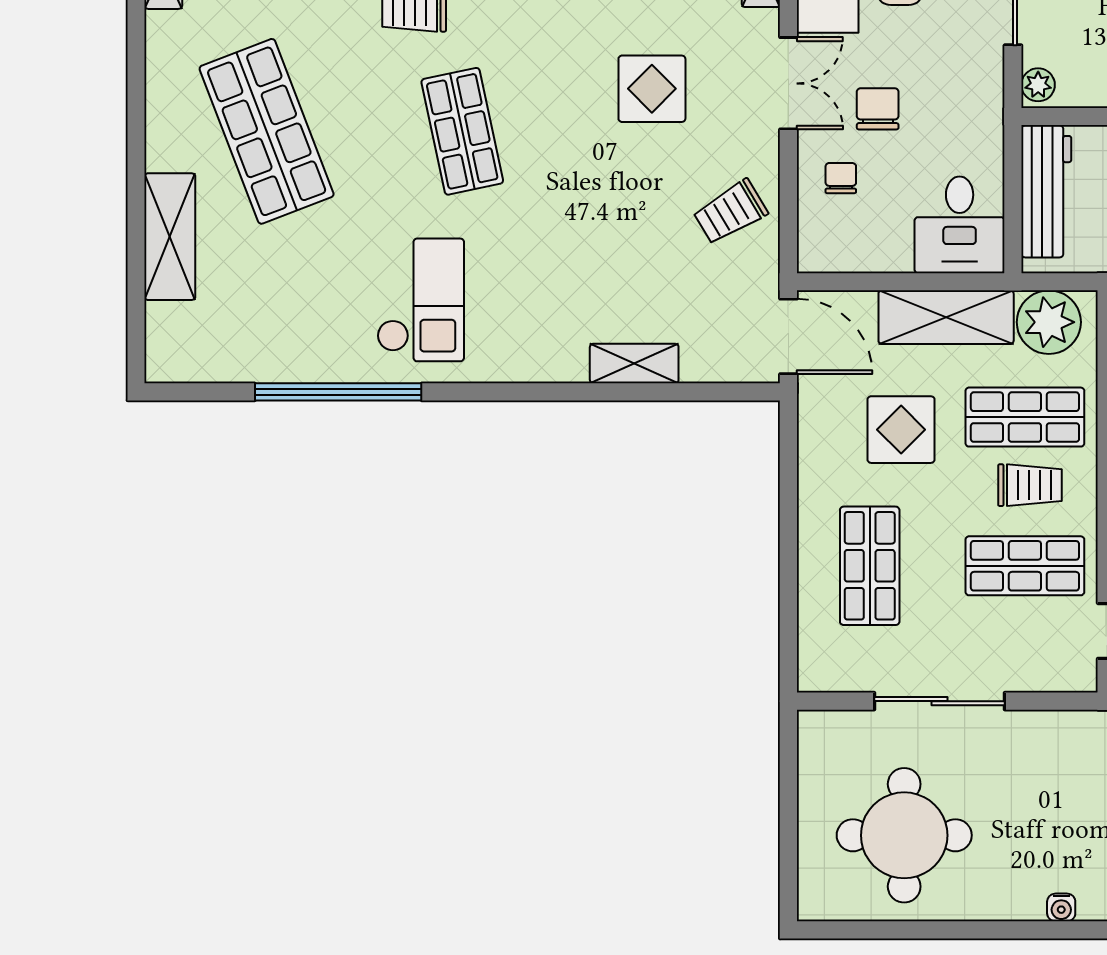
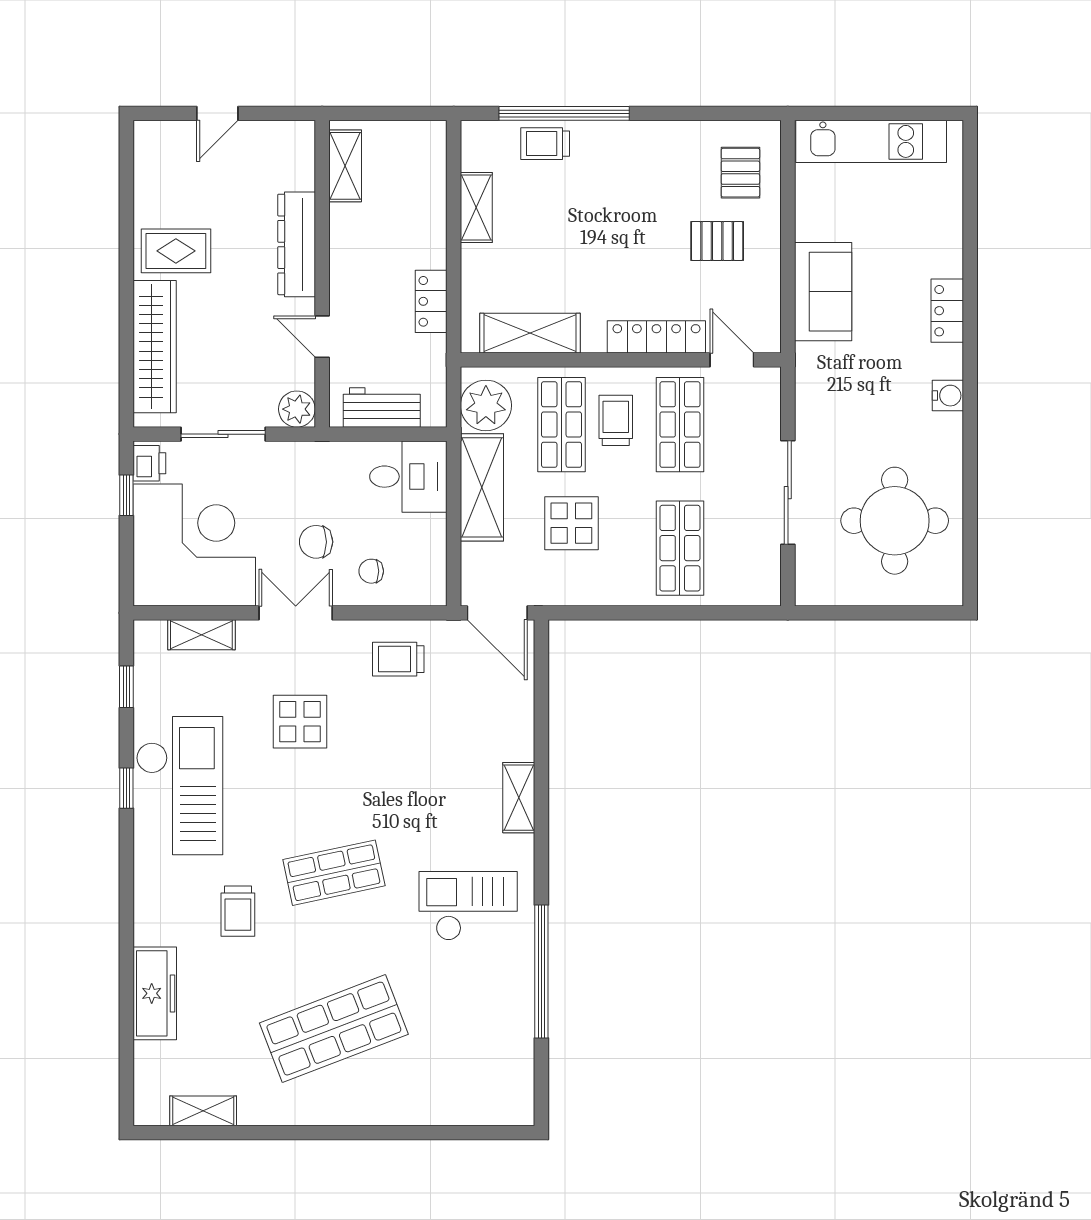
plant: (1038, 85) -> (297, 409), width x1.38, depth x1.38
workbench: (1046, 191) -> (382, 407), width x0.73
trolley: (730, 212) -> (398, 659), turned 121
shelving: (170, 237) -> (418, 1106), removed
door: (788, 336) -> (497, 613), swing flipped
shelving: (634, 363) -> (519, 798), moved
shop shelf: (870, 566) -> (680, 548), turned 90
water cooler: (1061, 907) -> (948, 396), width x1.38, depth x1.38

